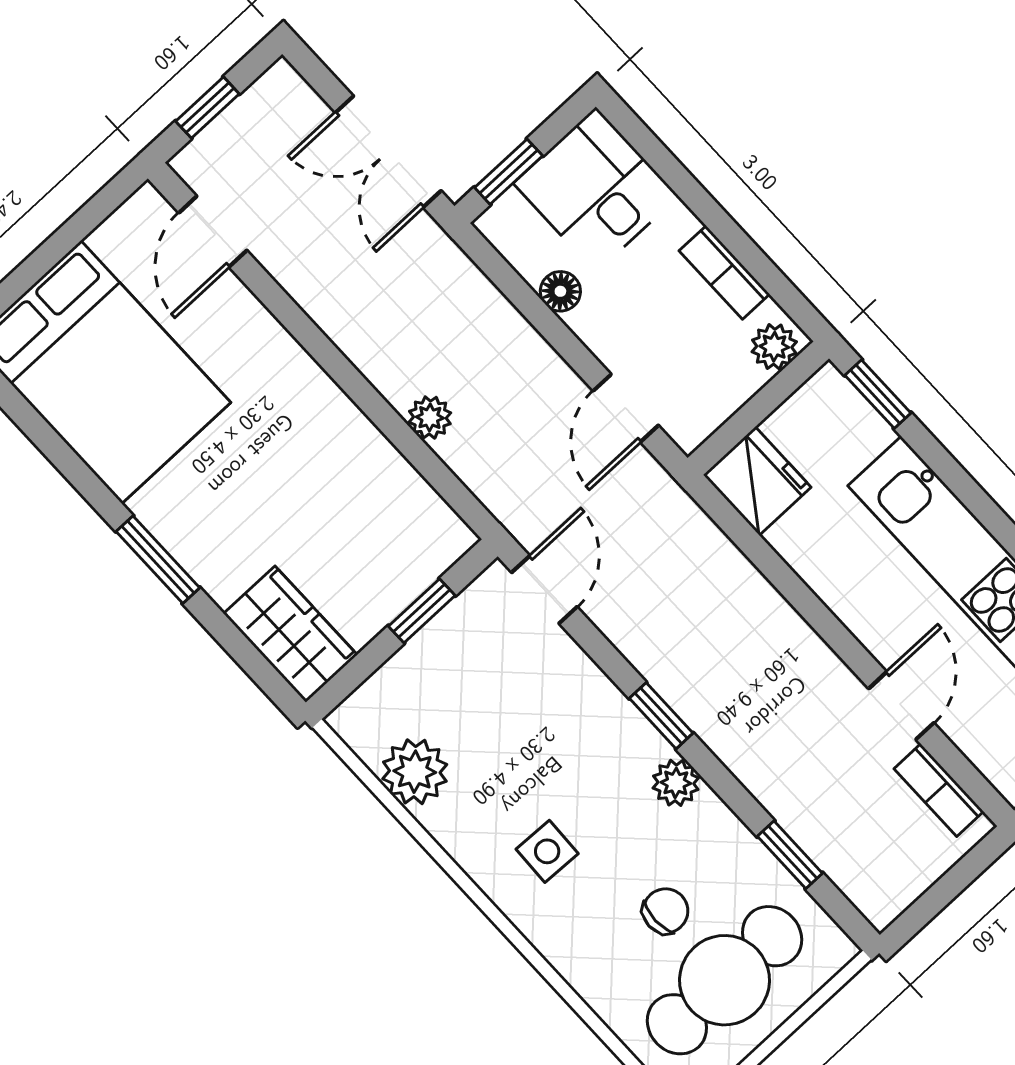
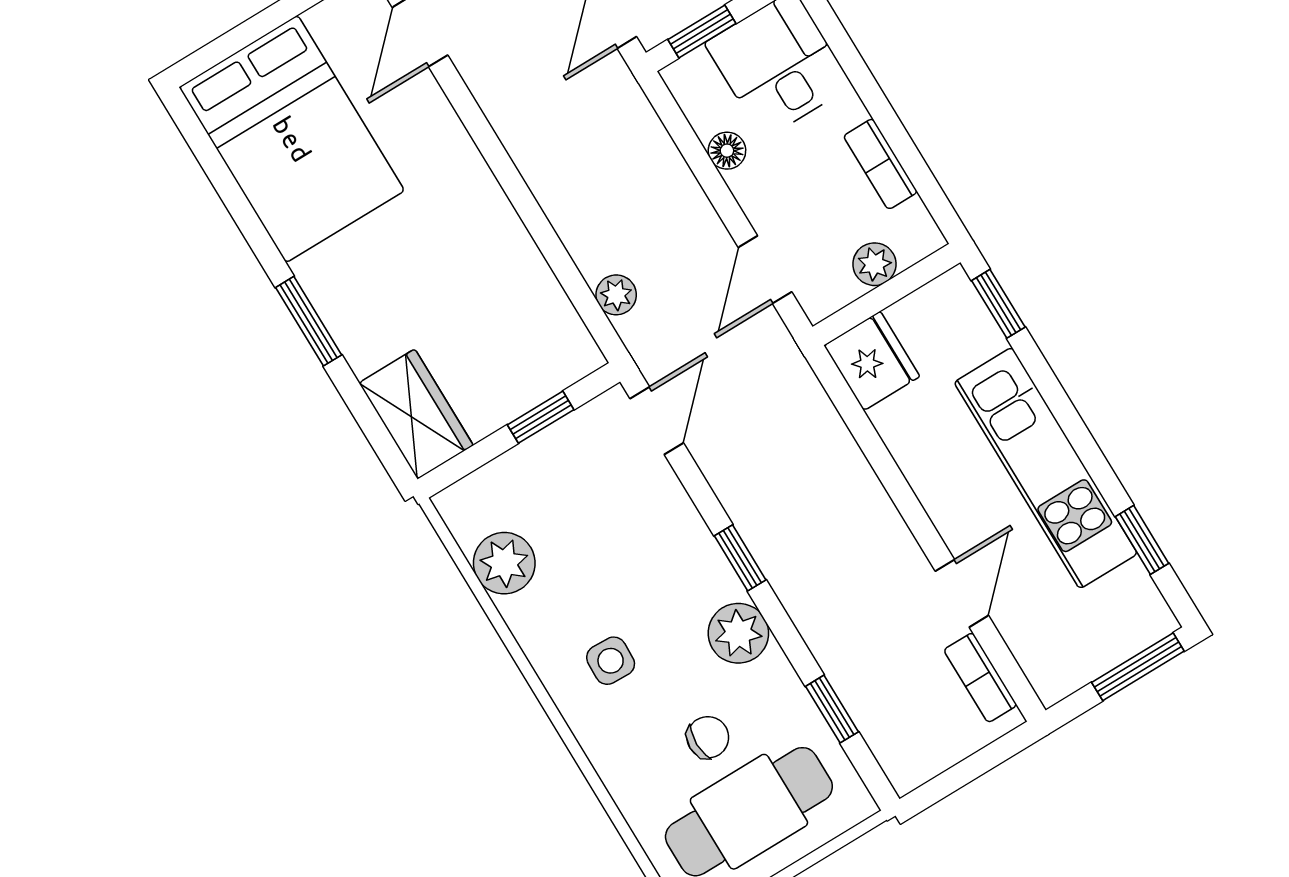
plant: (774, 347) -> (874, 264), moved
plant: (430, 418) -> (616, 295), moved
plant: (676, 783) -> (738, 633), width x1.38, depth x1.38

